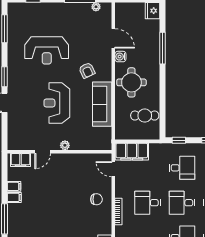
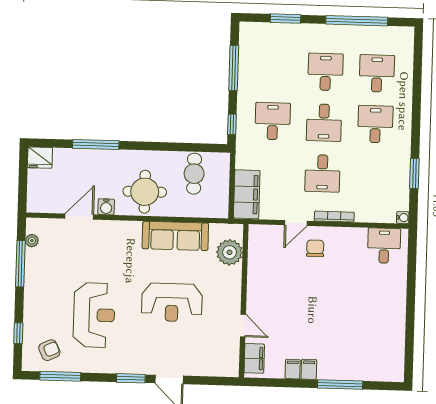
armchair: (87, 70) -> (49, 350), moved
plant: (65, 145) -> (230, 252), moved, width x1.88, depth x1.88
door: (113, 169) -> (296, 223), moved

